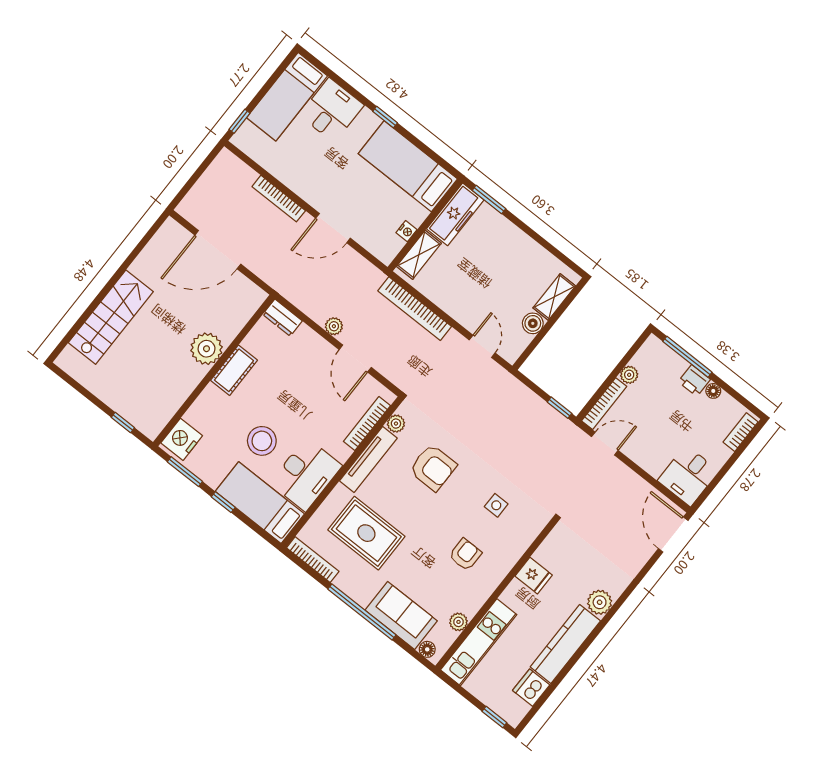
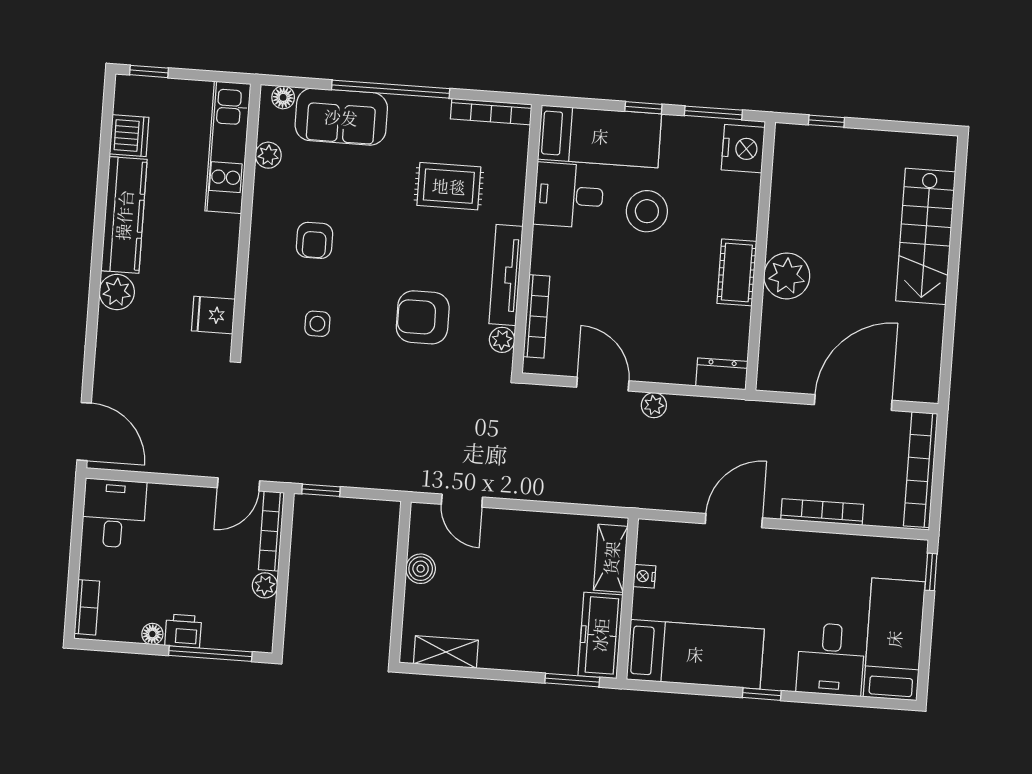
shelving: (554, 297) -> (446, 652), moved, turned 90
bookcase: (415, 309) -> (921, 470), moved, turned -90
desk: (306, 474) -> (569, 195), width x0.73
rug: (366, 533) -> (449, 186), width x0.73, depth x0.70
fridge: (534, 576) -> (213, 315), moved

